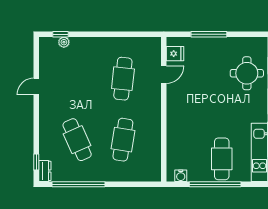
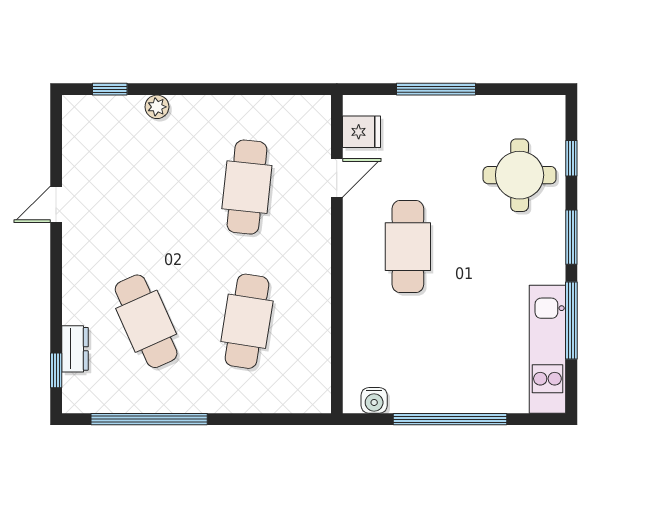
plant: (64, 42) -> (157, 107), moved
cafe table: (222, 159) -> (408, 247), moved
dresser: (45, 171) -> (75, 349), moved

